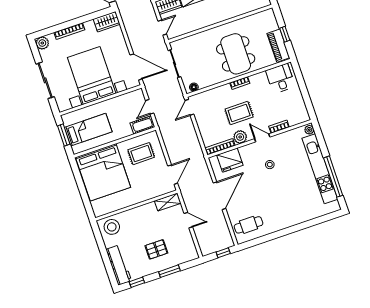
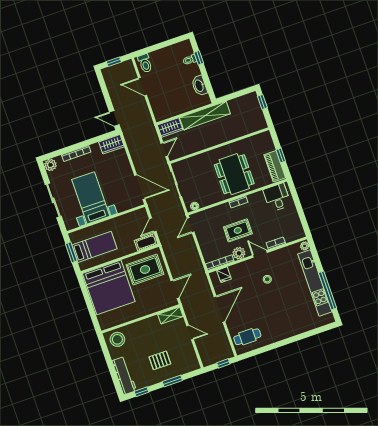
bed with nightstands: (92, 75) -> (91, 198), width x0.73
rug: (141, 154) -> (145, 269), width x1.36, depth x1.43
fridge: (230, 160) -> (224, 275), width x0.53, depth x0.75

